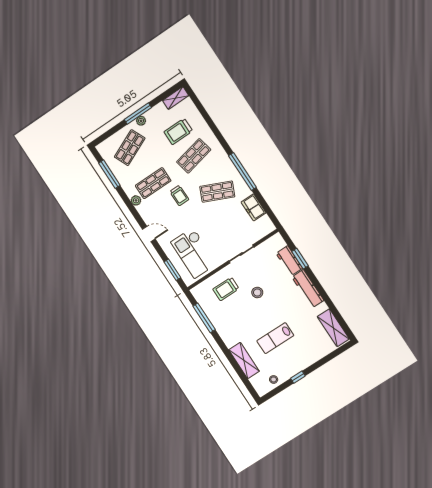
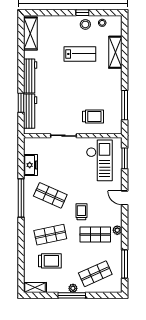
workbench: (289, 261) -> (30, 111), width x1.38
stool: (257, 292) -> (85, 24), moved

